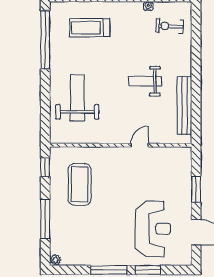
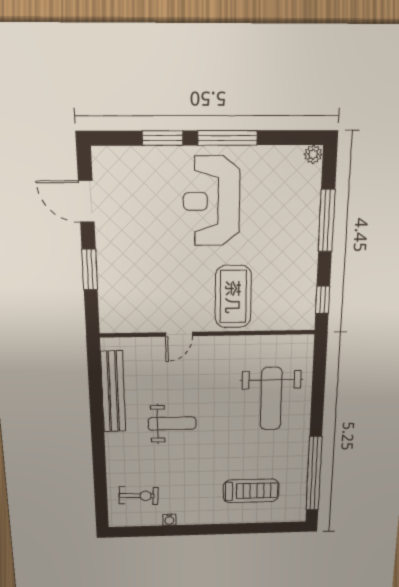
coffee table: (80, 184) -> (233, 297), moved
reception desk: (153, 229) -> (212, 201), moved

